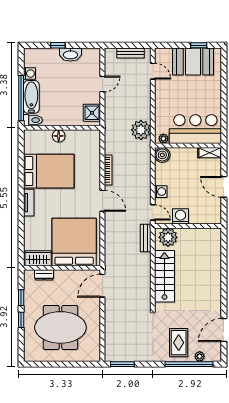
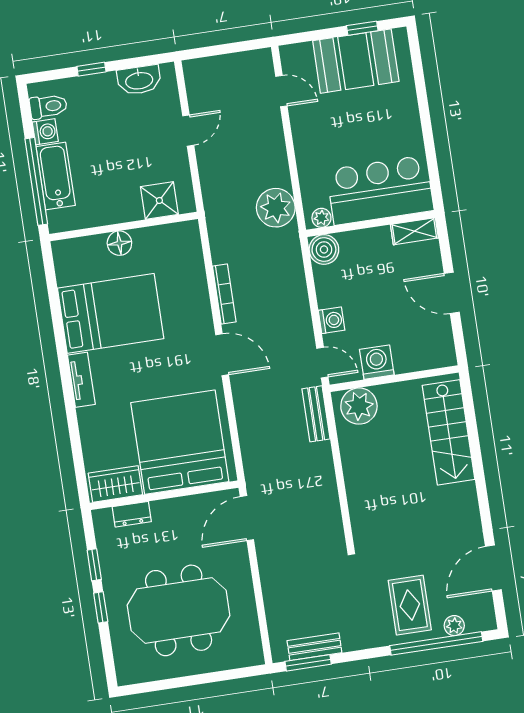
bench: (131, 53) -> (314, 647), moved
washbasin: (70, 54) -> (139, 80), moved
shower: (92, 113) -> (159, 200), moved
toilet: (33, 120) -> (48, 106), moved
stairs: (164, 276) -> (449, 432), moved, turned 180

